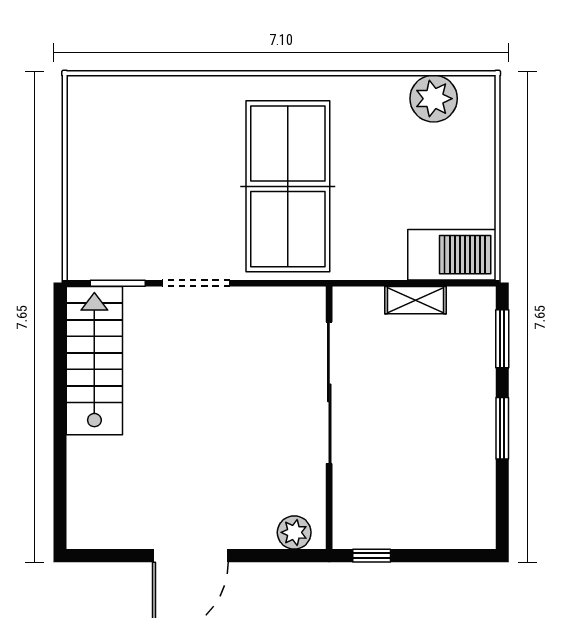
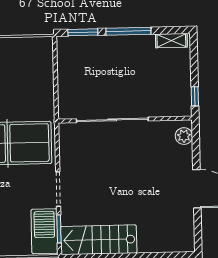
barbecue: (452, 255) -> (44, 231), moved
shelving: (416, 300) -> (171, 41), moved, turned 90
window: (502, 428) -> (128, 31), width x1.44

